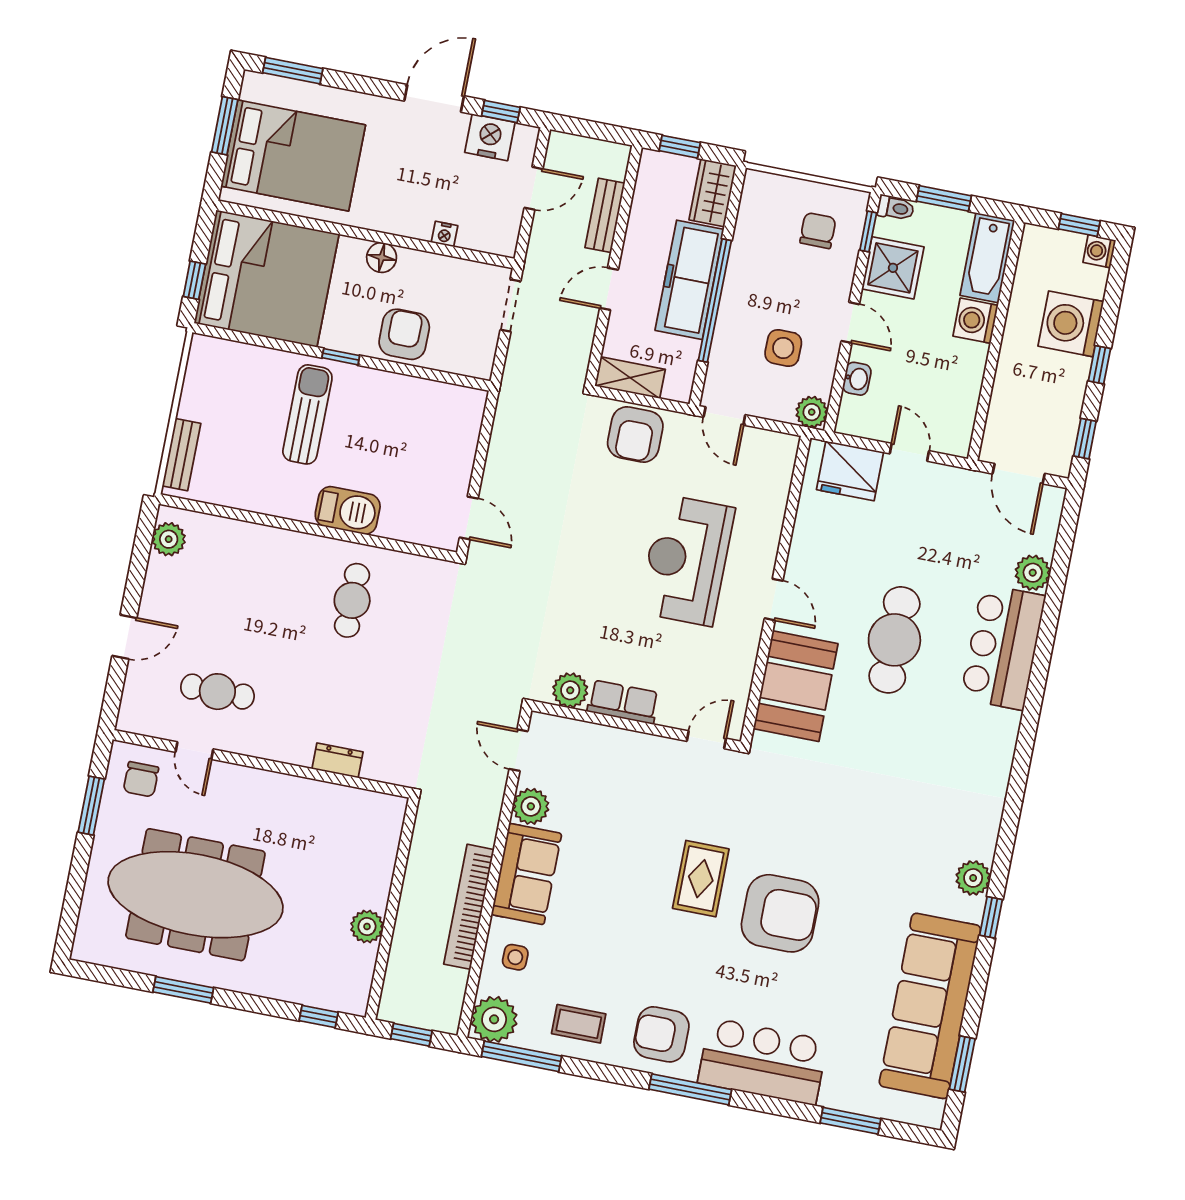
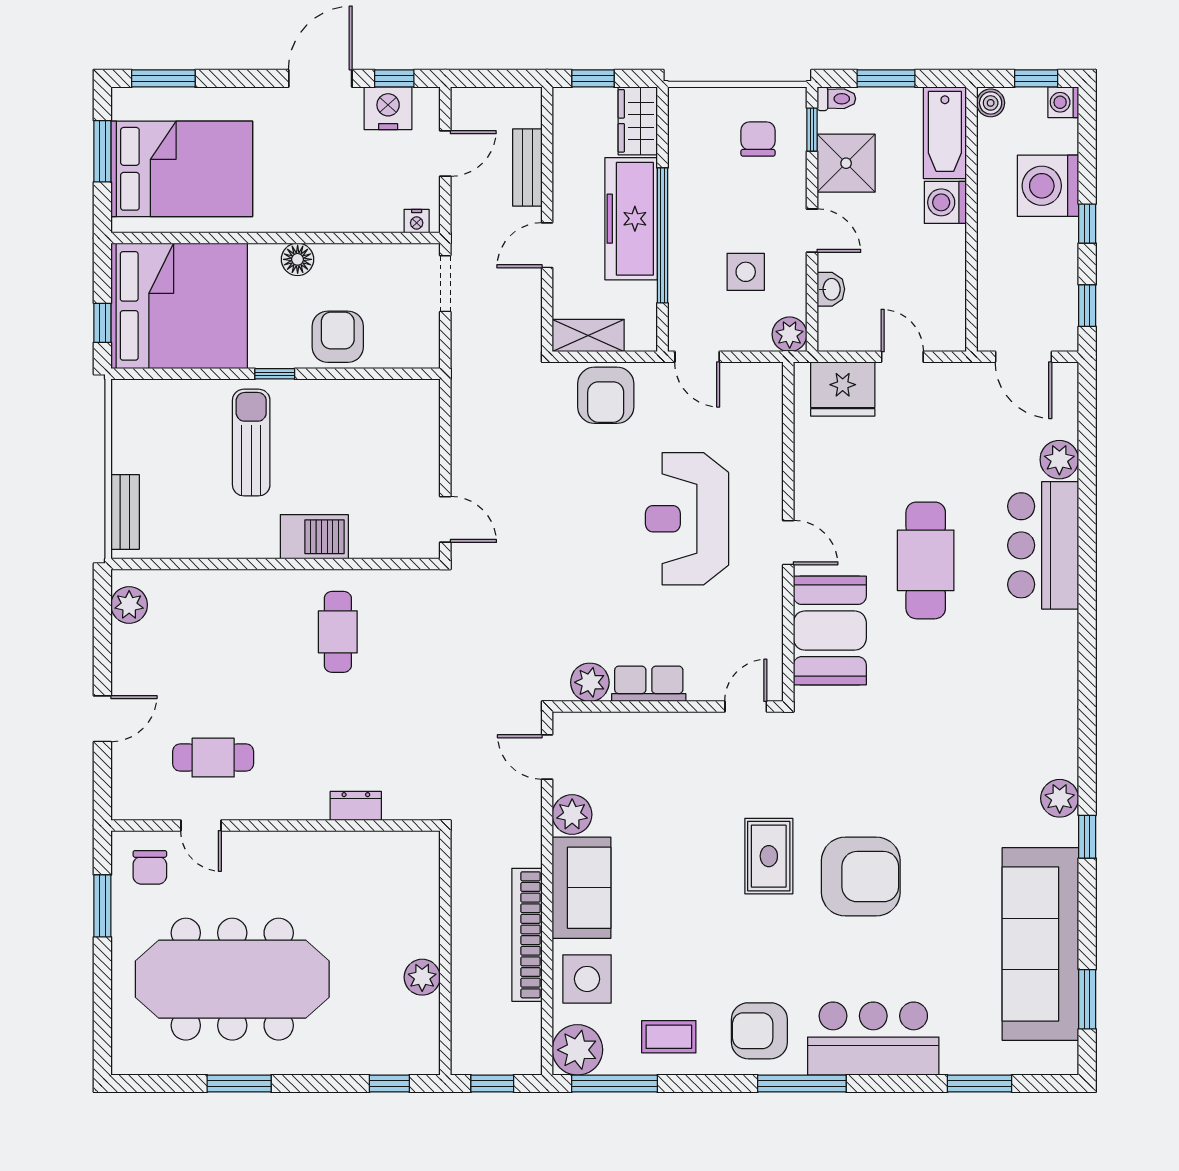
nightstand: (445, 234) -> (417, 221), moved
boiler: (1034, 239) -> (991, 103), added
side table: (515, 957) -> (587, 979), width x1.87, depth x1.87

